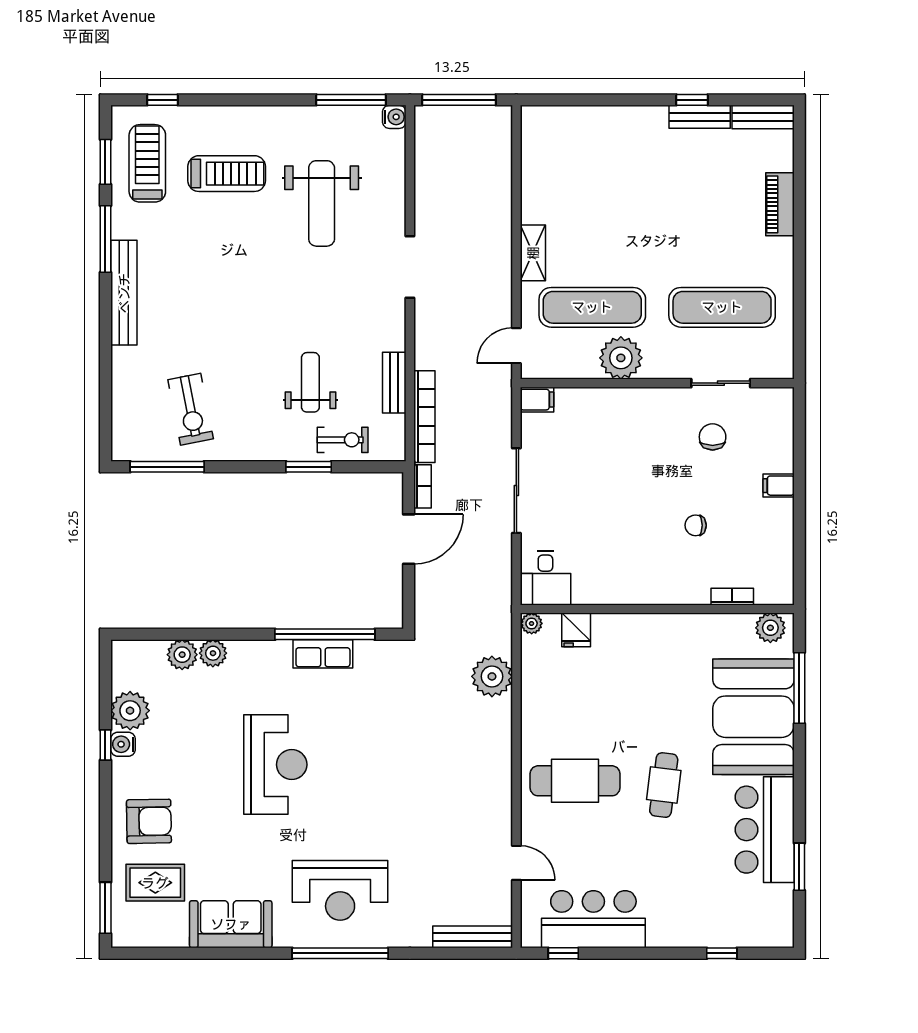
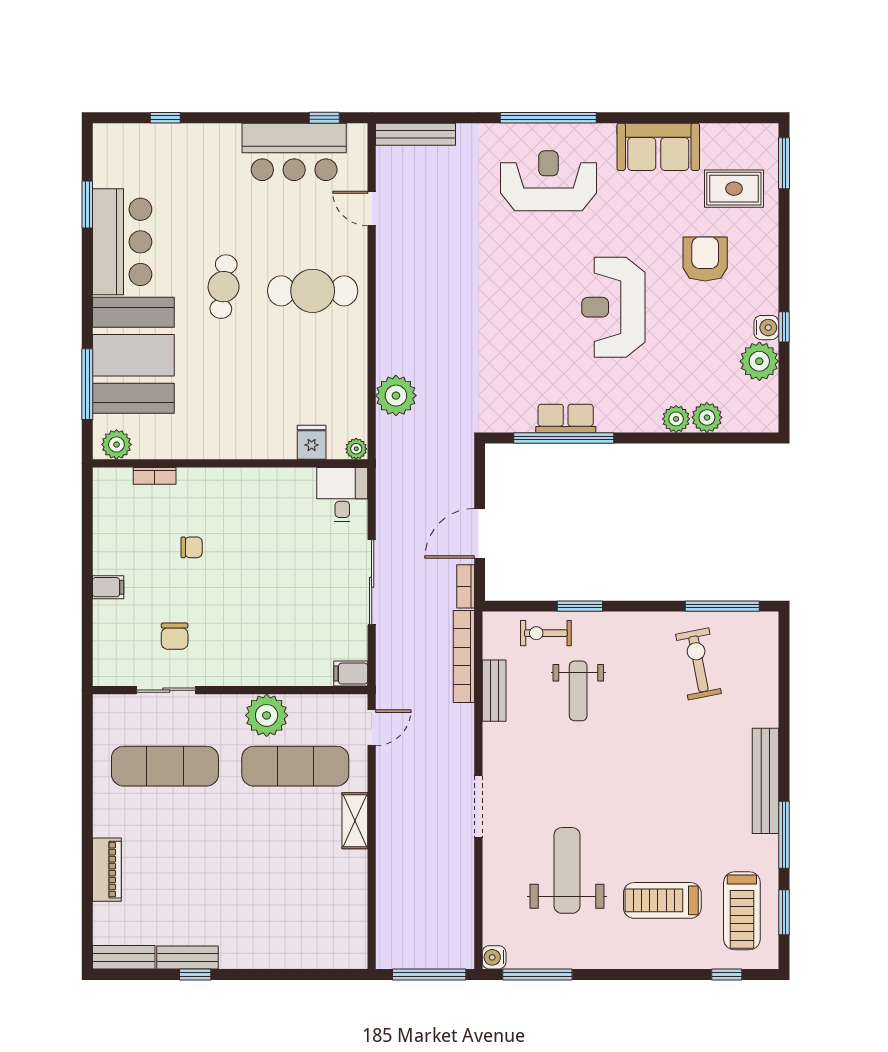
armchair: (149, 821) -> (705, 259), moved, turned 91

